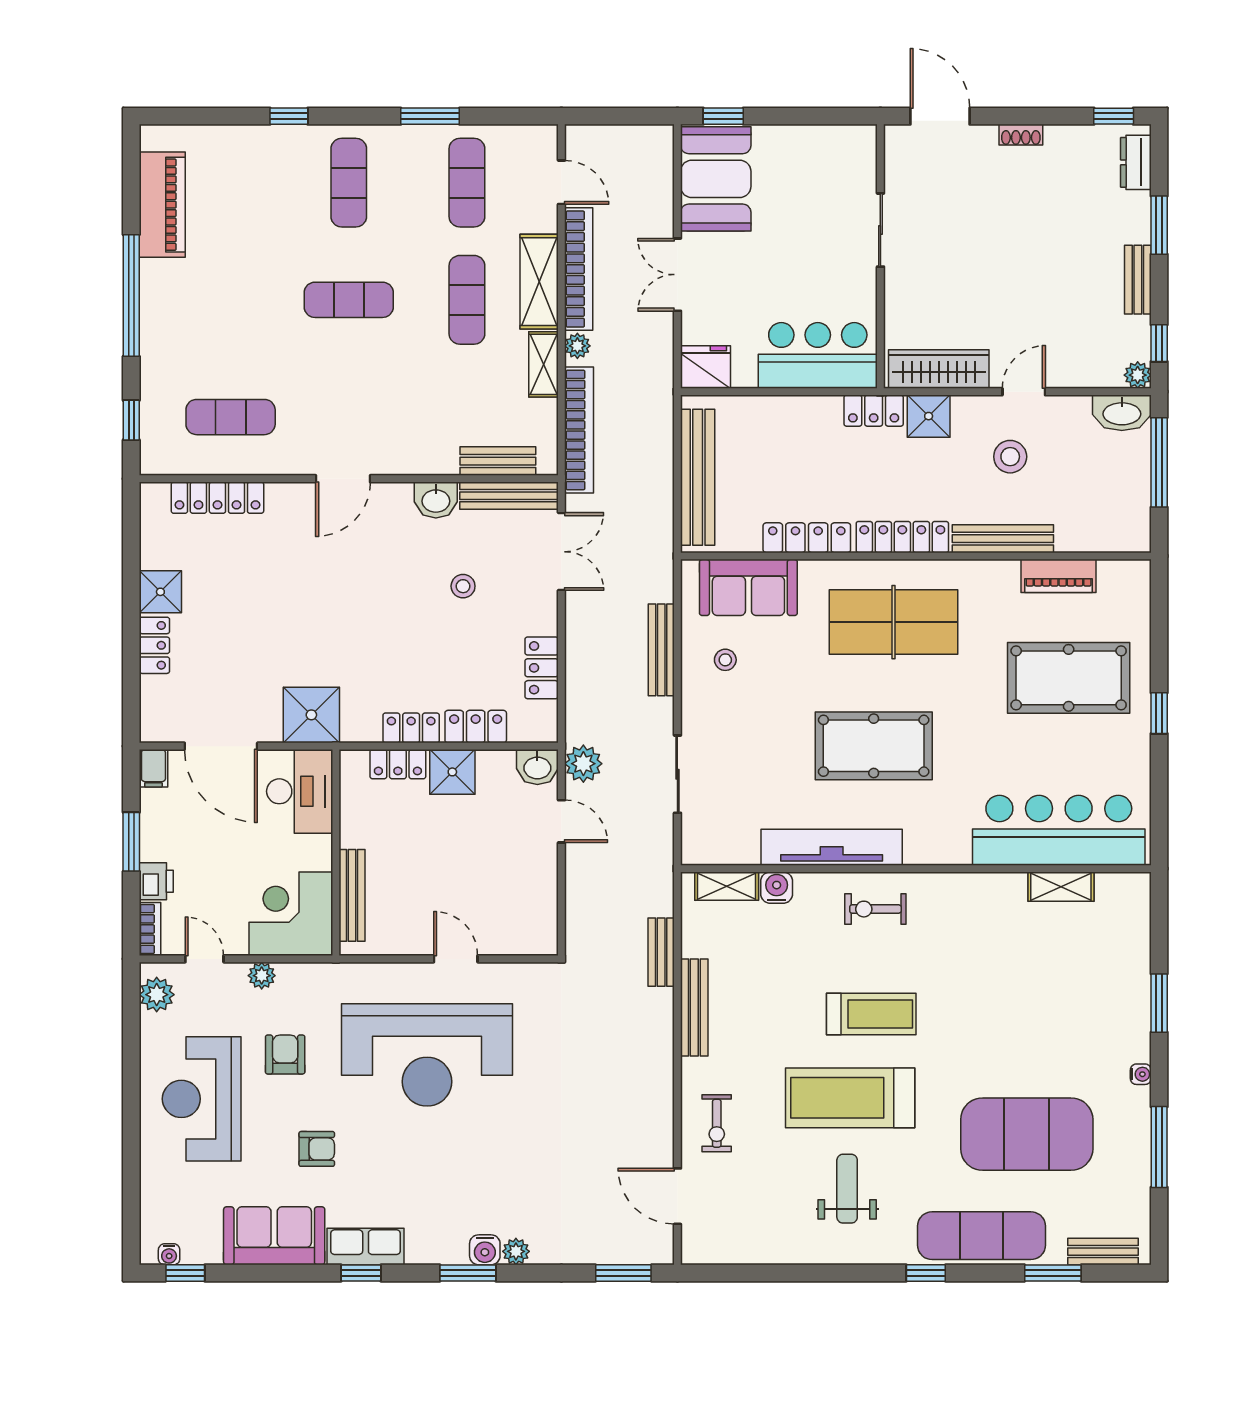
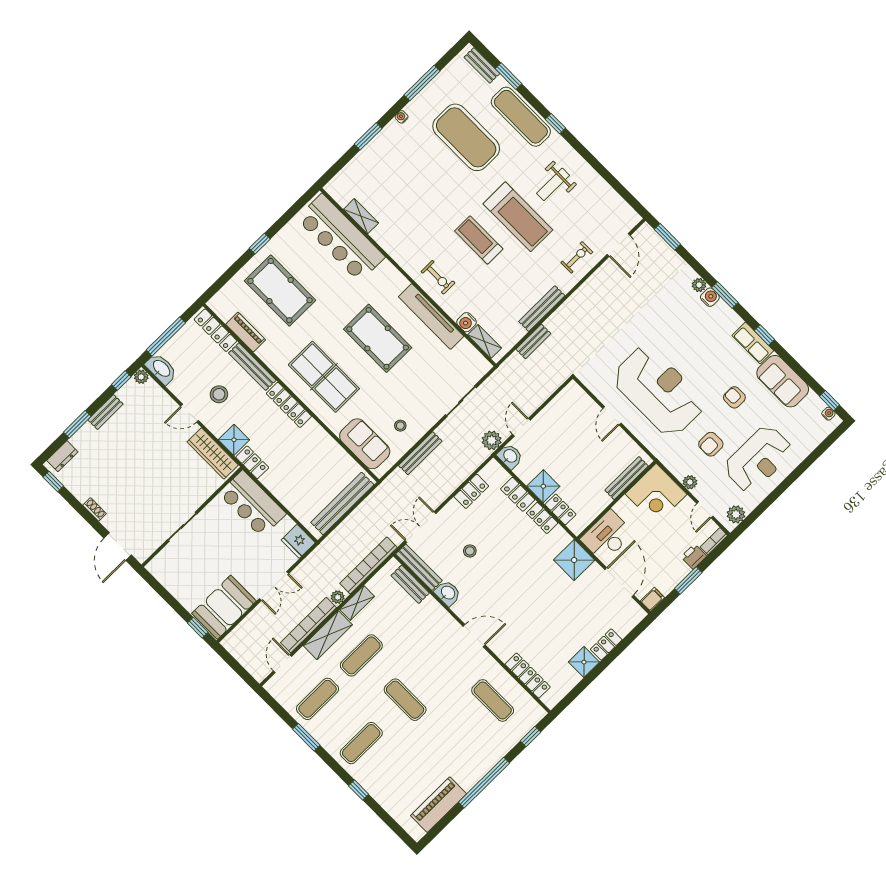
locker: (807, 538) -> (216, 330), moved

